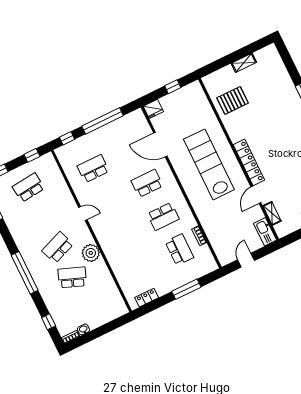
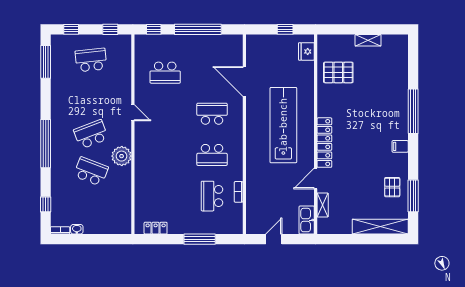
fridge: (153, 109) -> (306, 51), moved, turned 90
school desk: (93, 169) -> (165, 73), turned 180
school desk: (179, 250) -> (212, 196), turned 180

